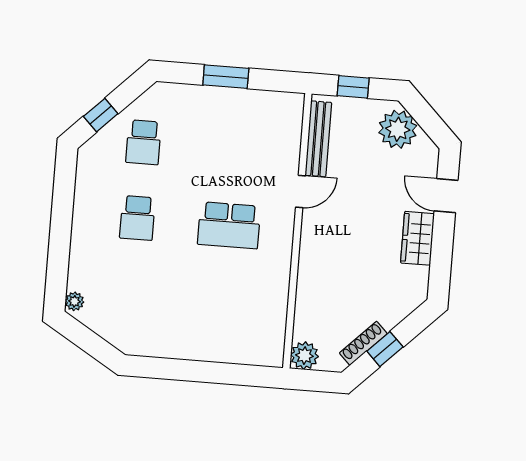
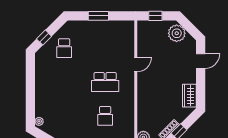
bench: (318, 139) -> (142, 40), removed
door: (446, 196) -> (201, 61), swing flipped
school desk: (137, 218) -> (105, 116), moved
wardrobe: (417, 238) -> (189, 96), moved

